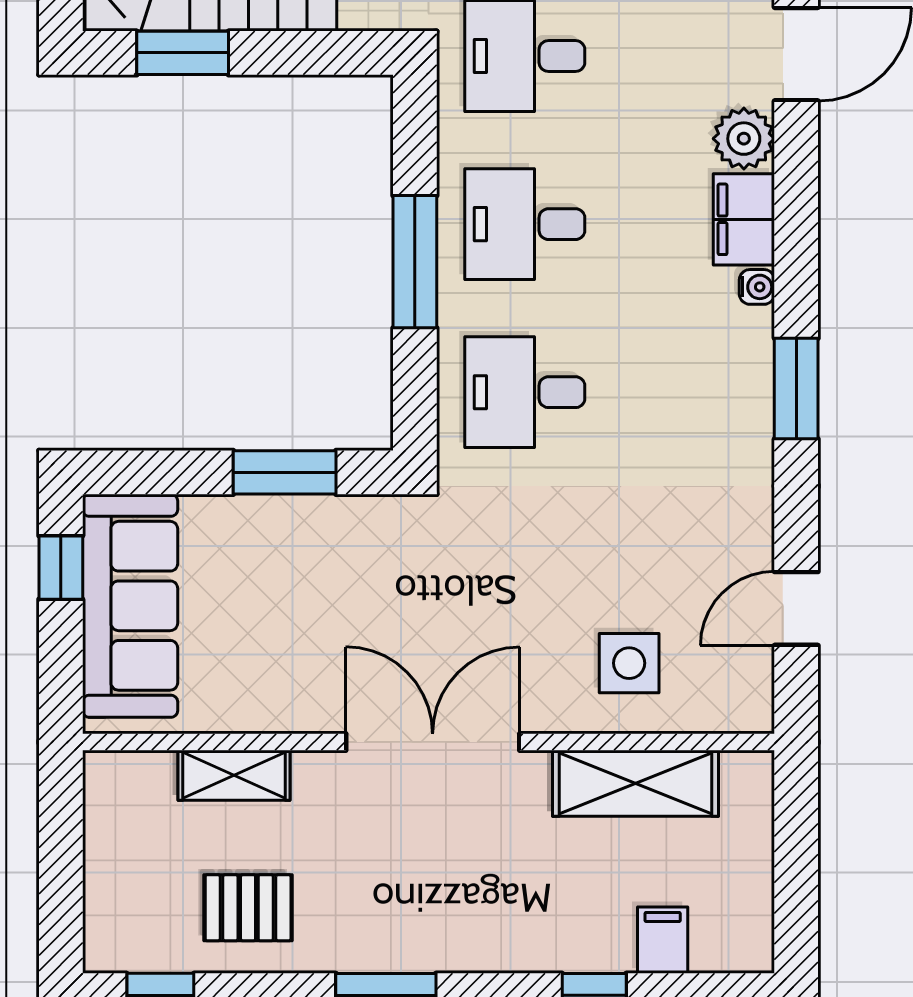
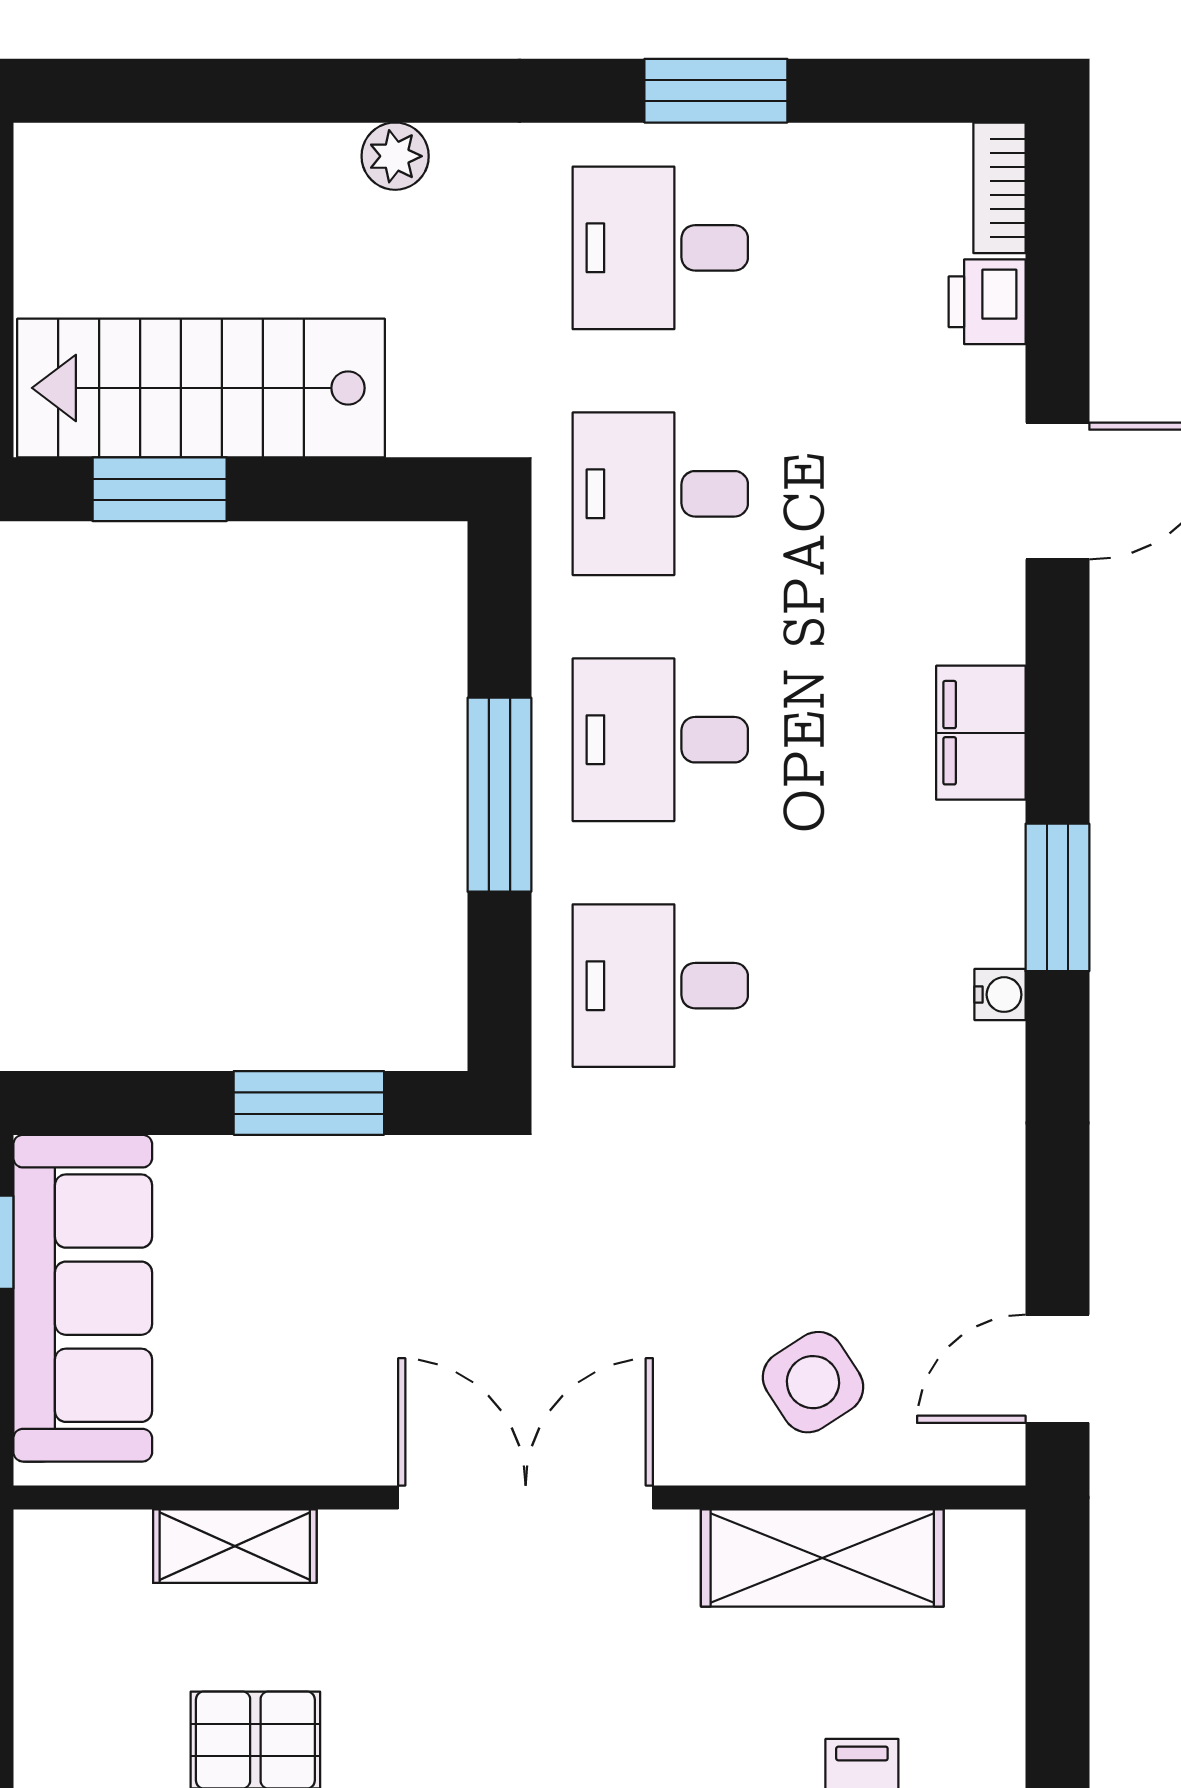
plant: (744, 139) -> (981, 615), removed
water cooler: (757, 287) -> (1000, 995), moved
window: (796, 389) -> (1057, 897), moved
door: (796, 608) -> (1057, 1369), moved
side table: (629, 663) -> (813, 1382), turned -33

